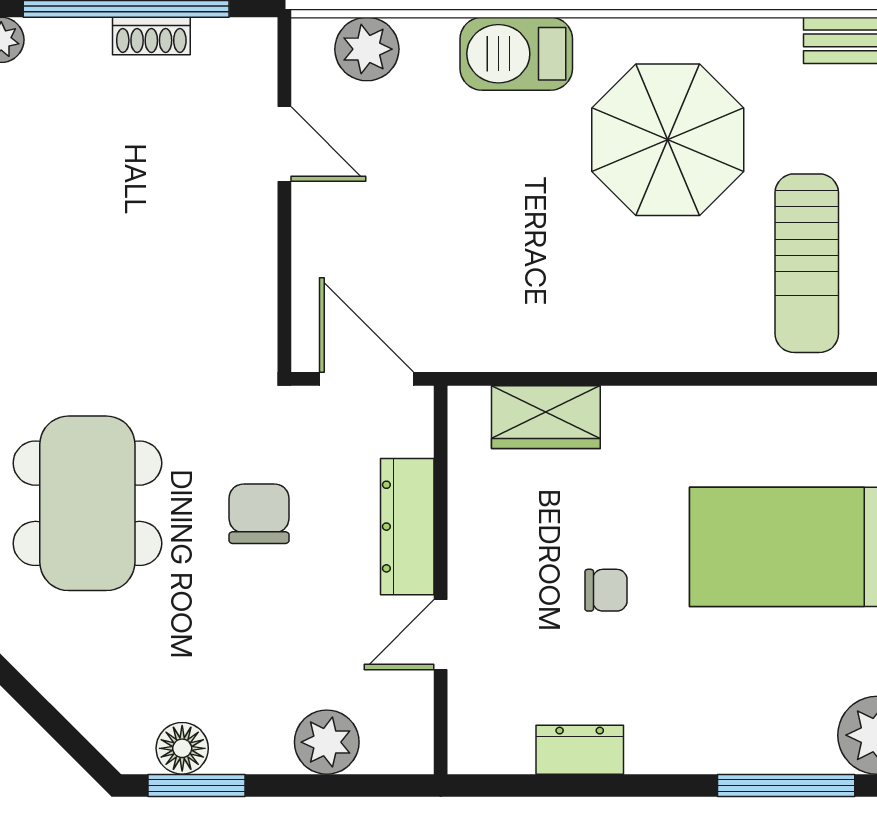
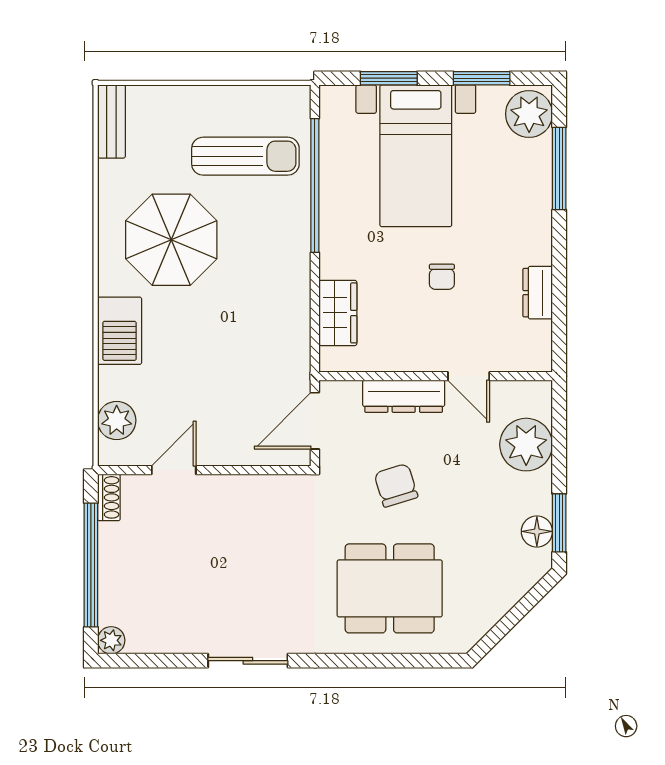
shoe rack: (151, 36) -> (109, 497), moved
window: (758, 379) -> (315, 185), added
chair: (259, 514) -> (396, 485), turned 73
chair: (606, 590) -> (442, 277), turned 180
plant: (327, 742) -> (526, 445), width x1.36, depth x1.36

